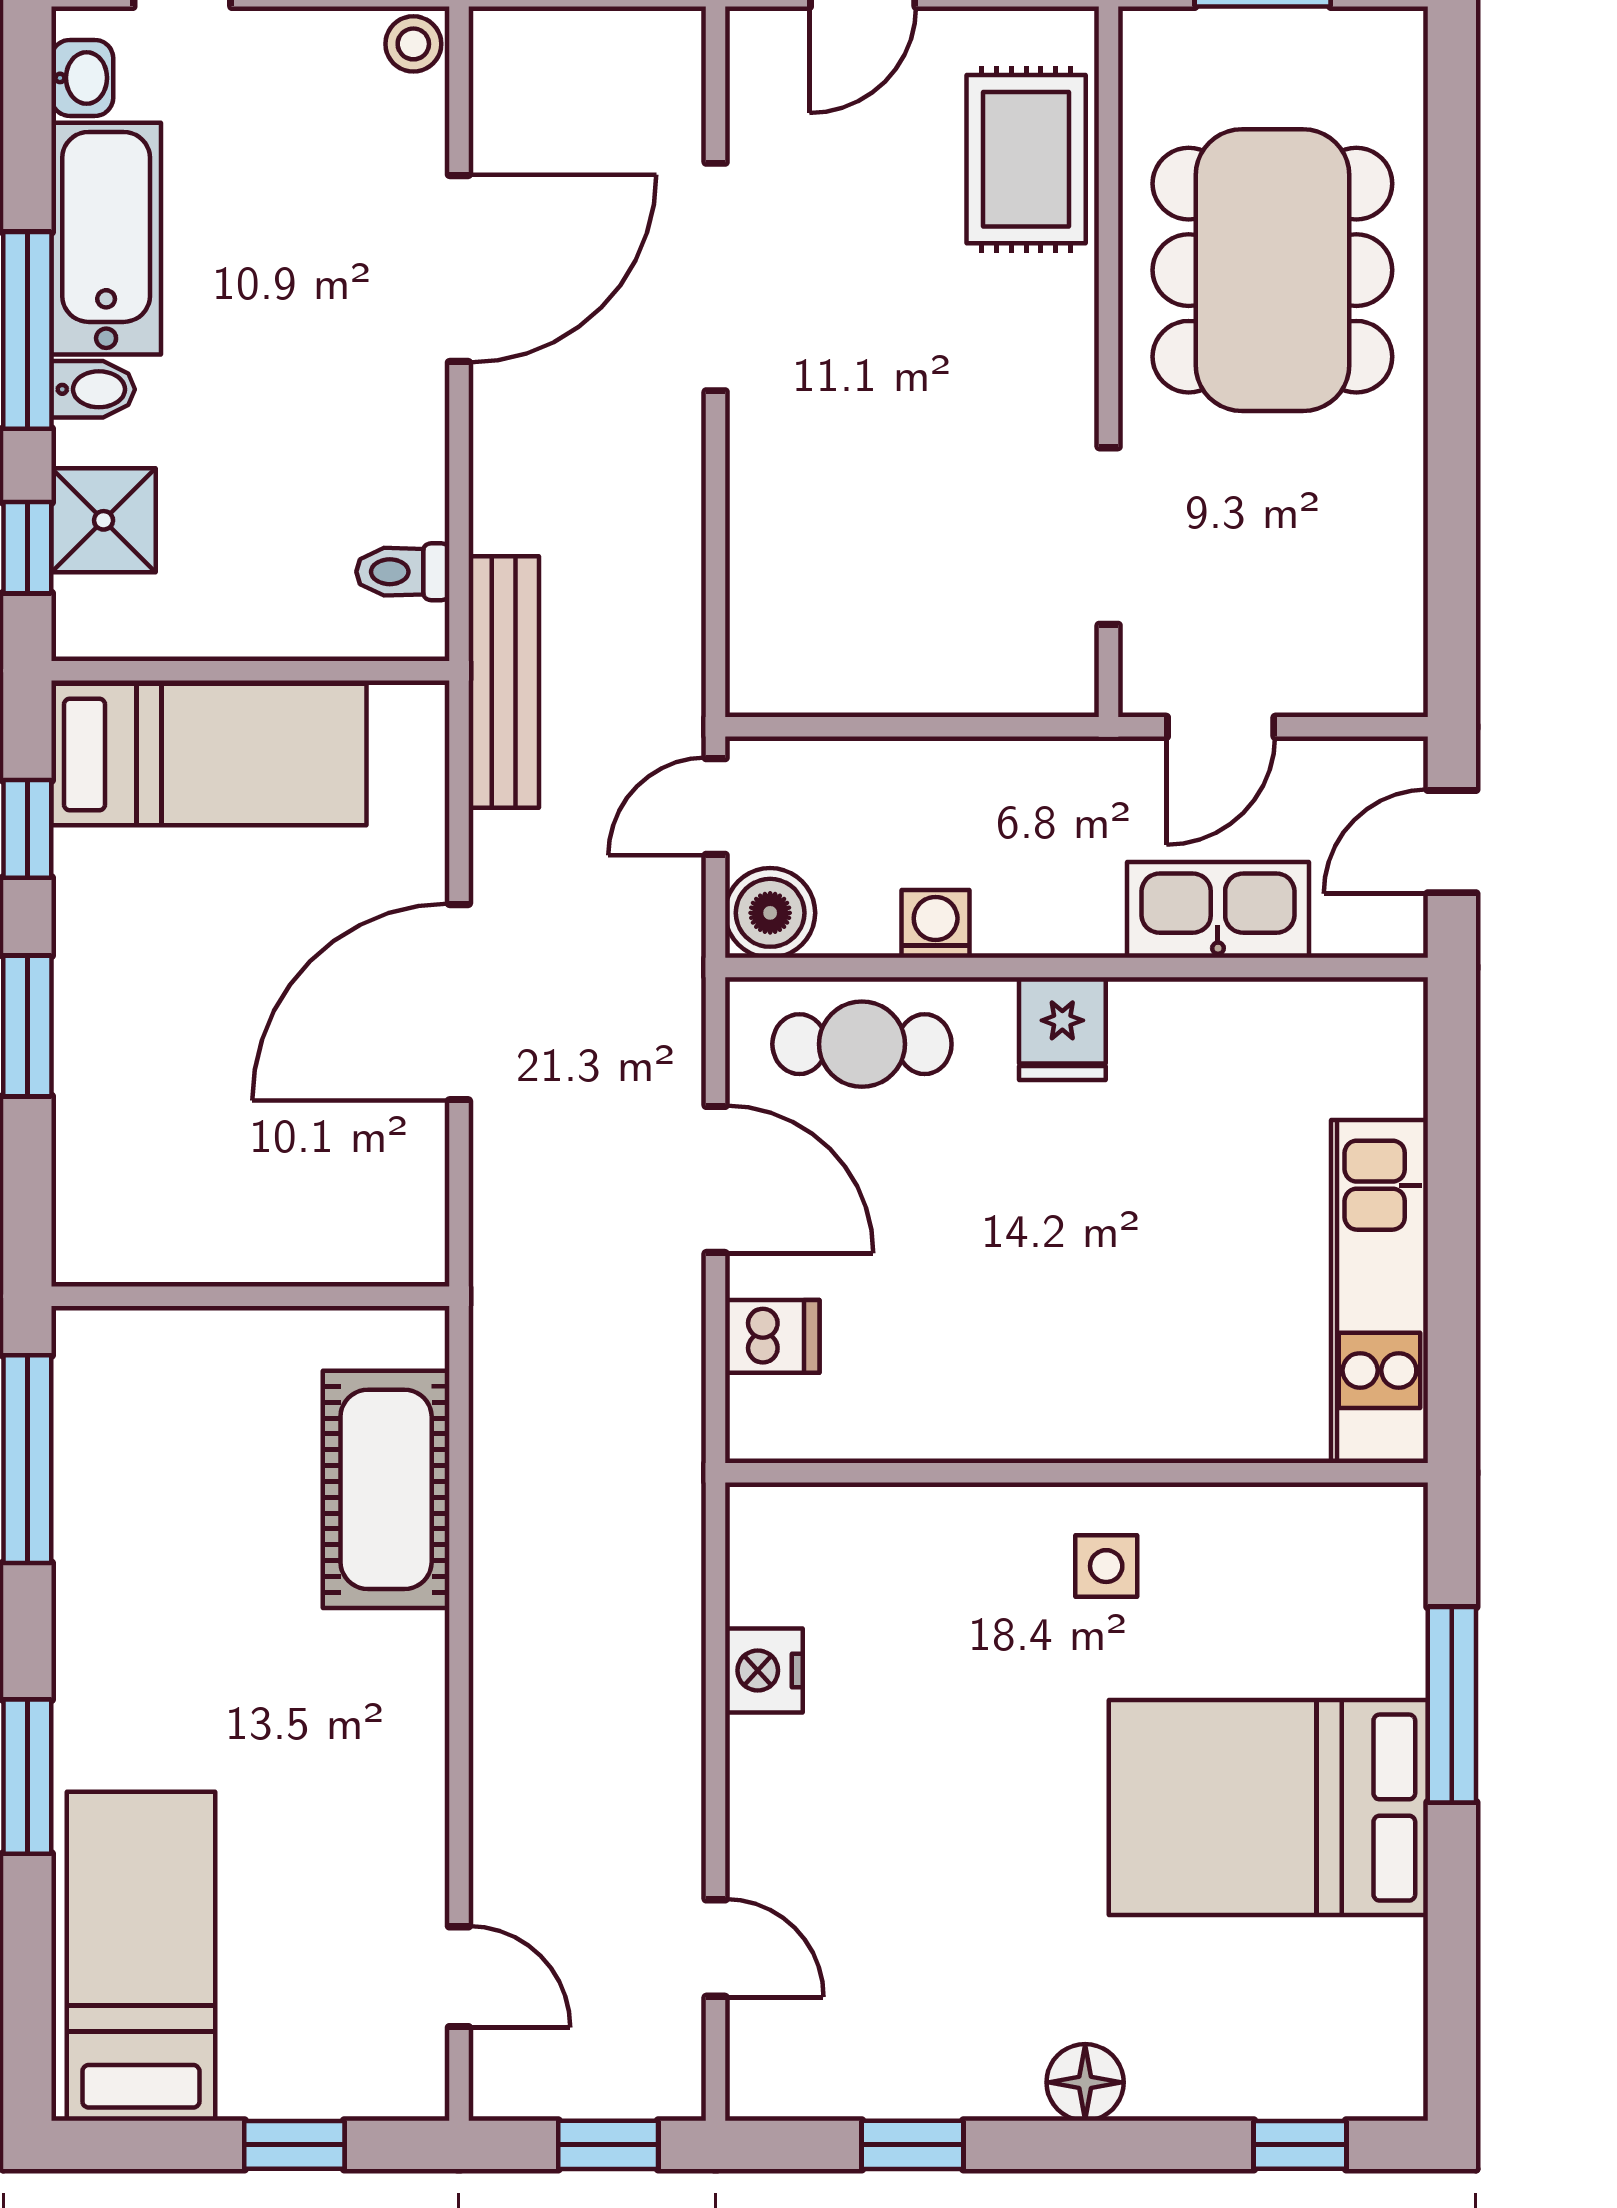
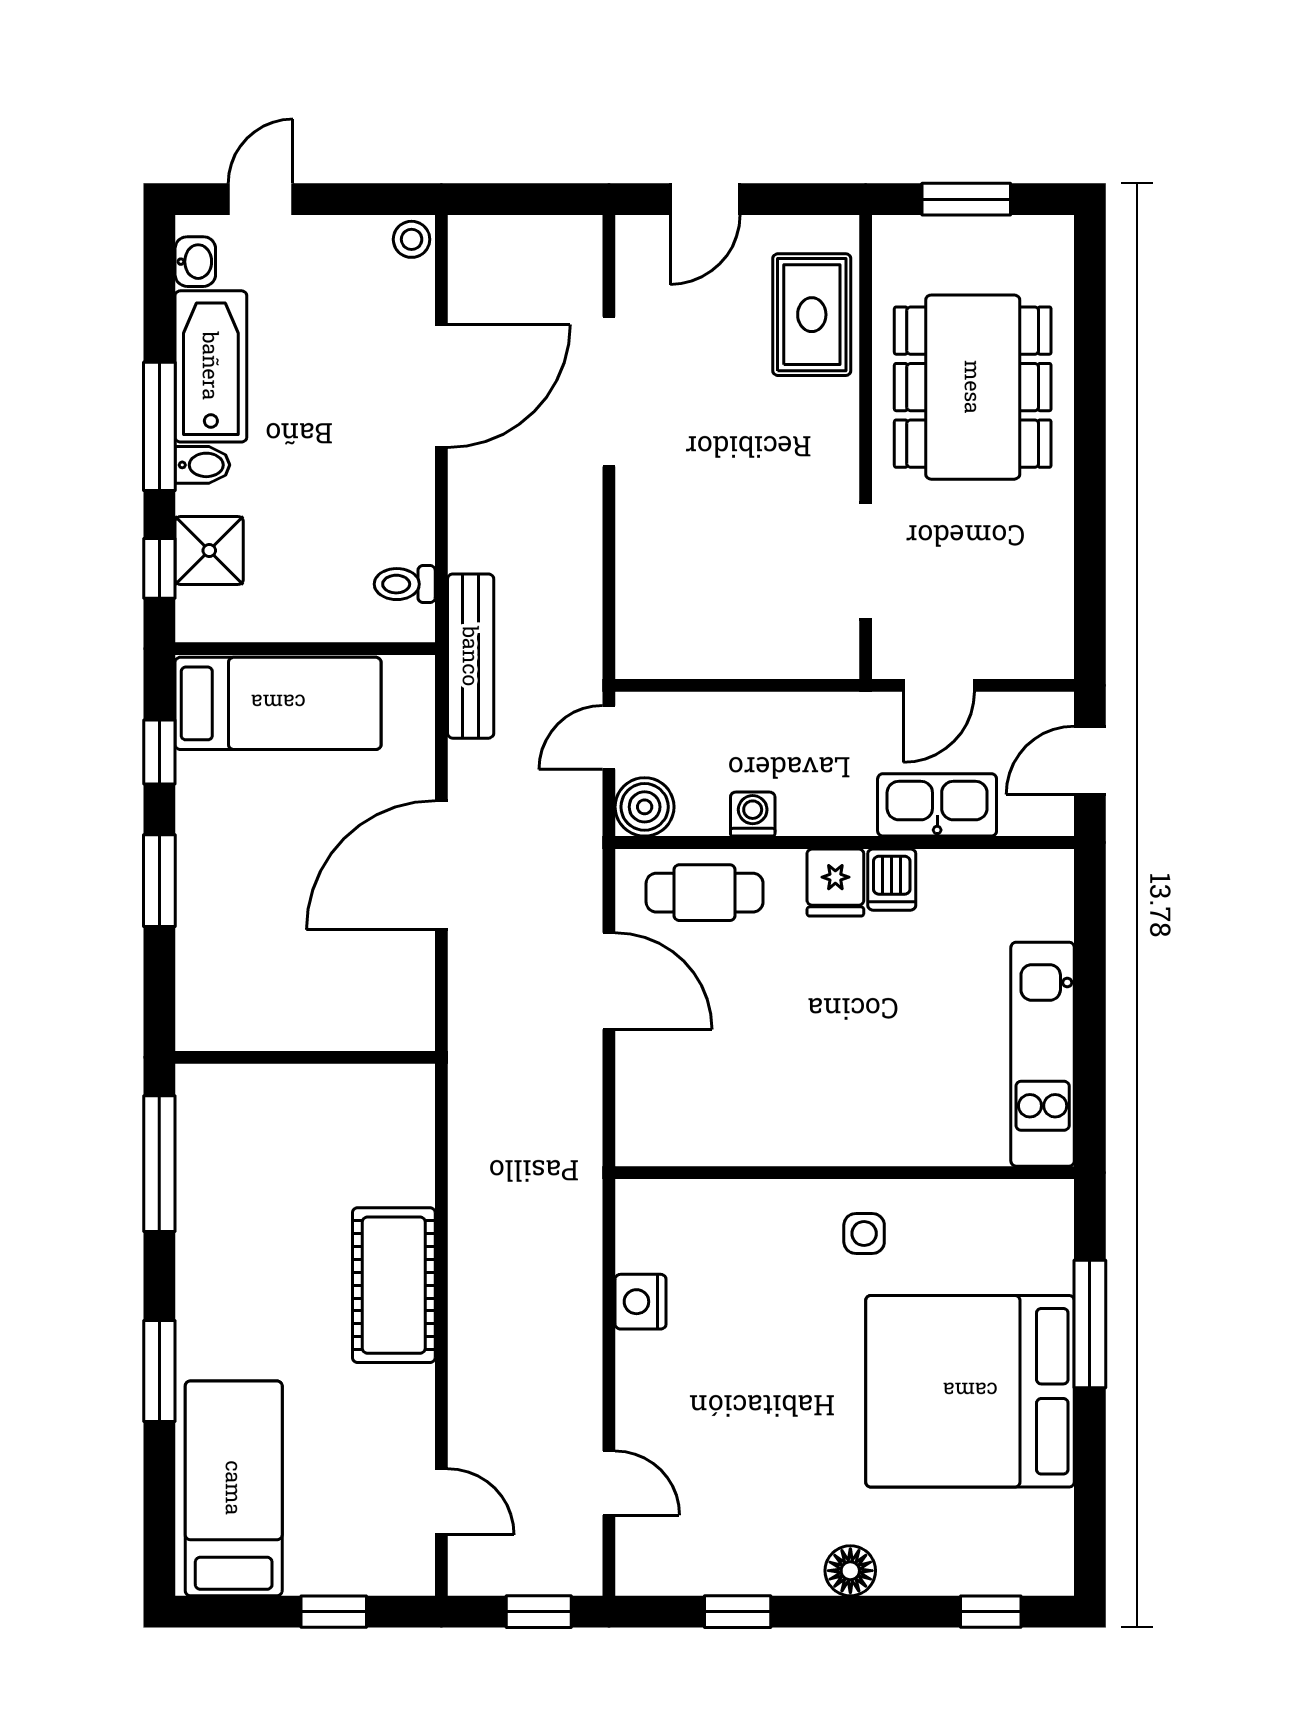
dishwasher: (772, 1336) -> (892, 880), moved, turned 90
cot: (386, 1489) -> (394, 1285), moved
bed: (1268, 1808) -> (970, 1391), width x1.36

